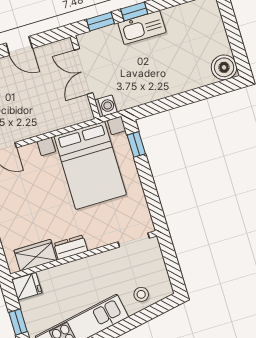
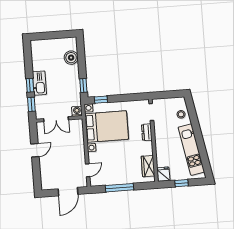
boiler: (224, 67) -> (71, 58), moved
window: (155, 107) -> (83, 85), added
dresser: (71, 247) -> (147, 132), moved

